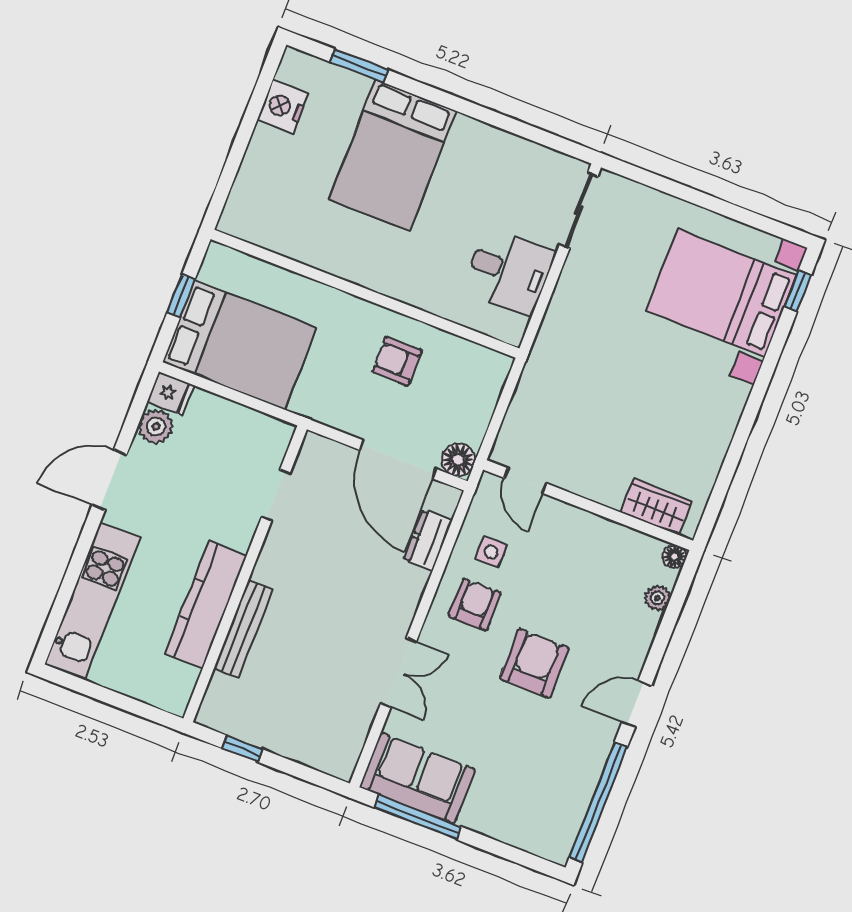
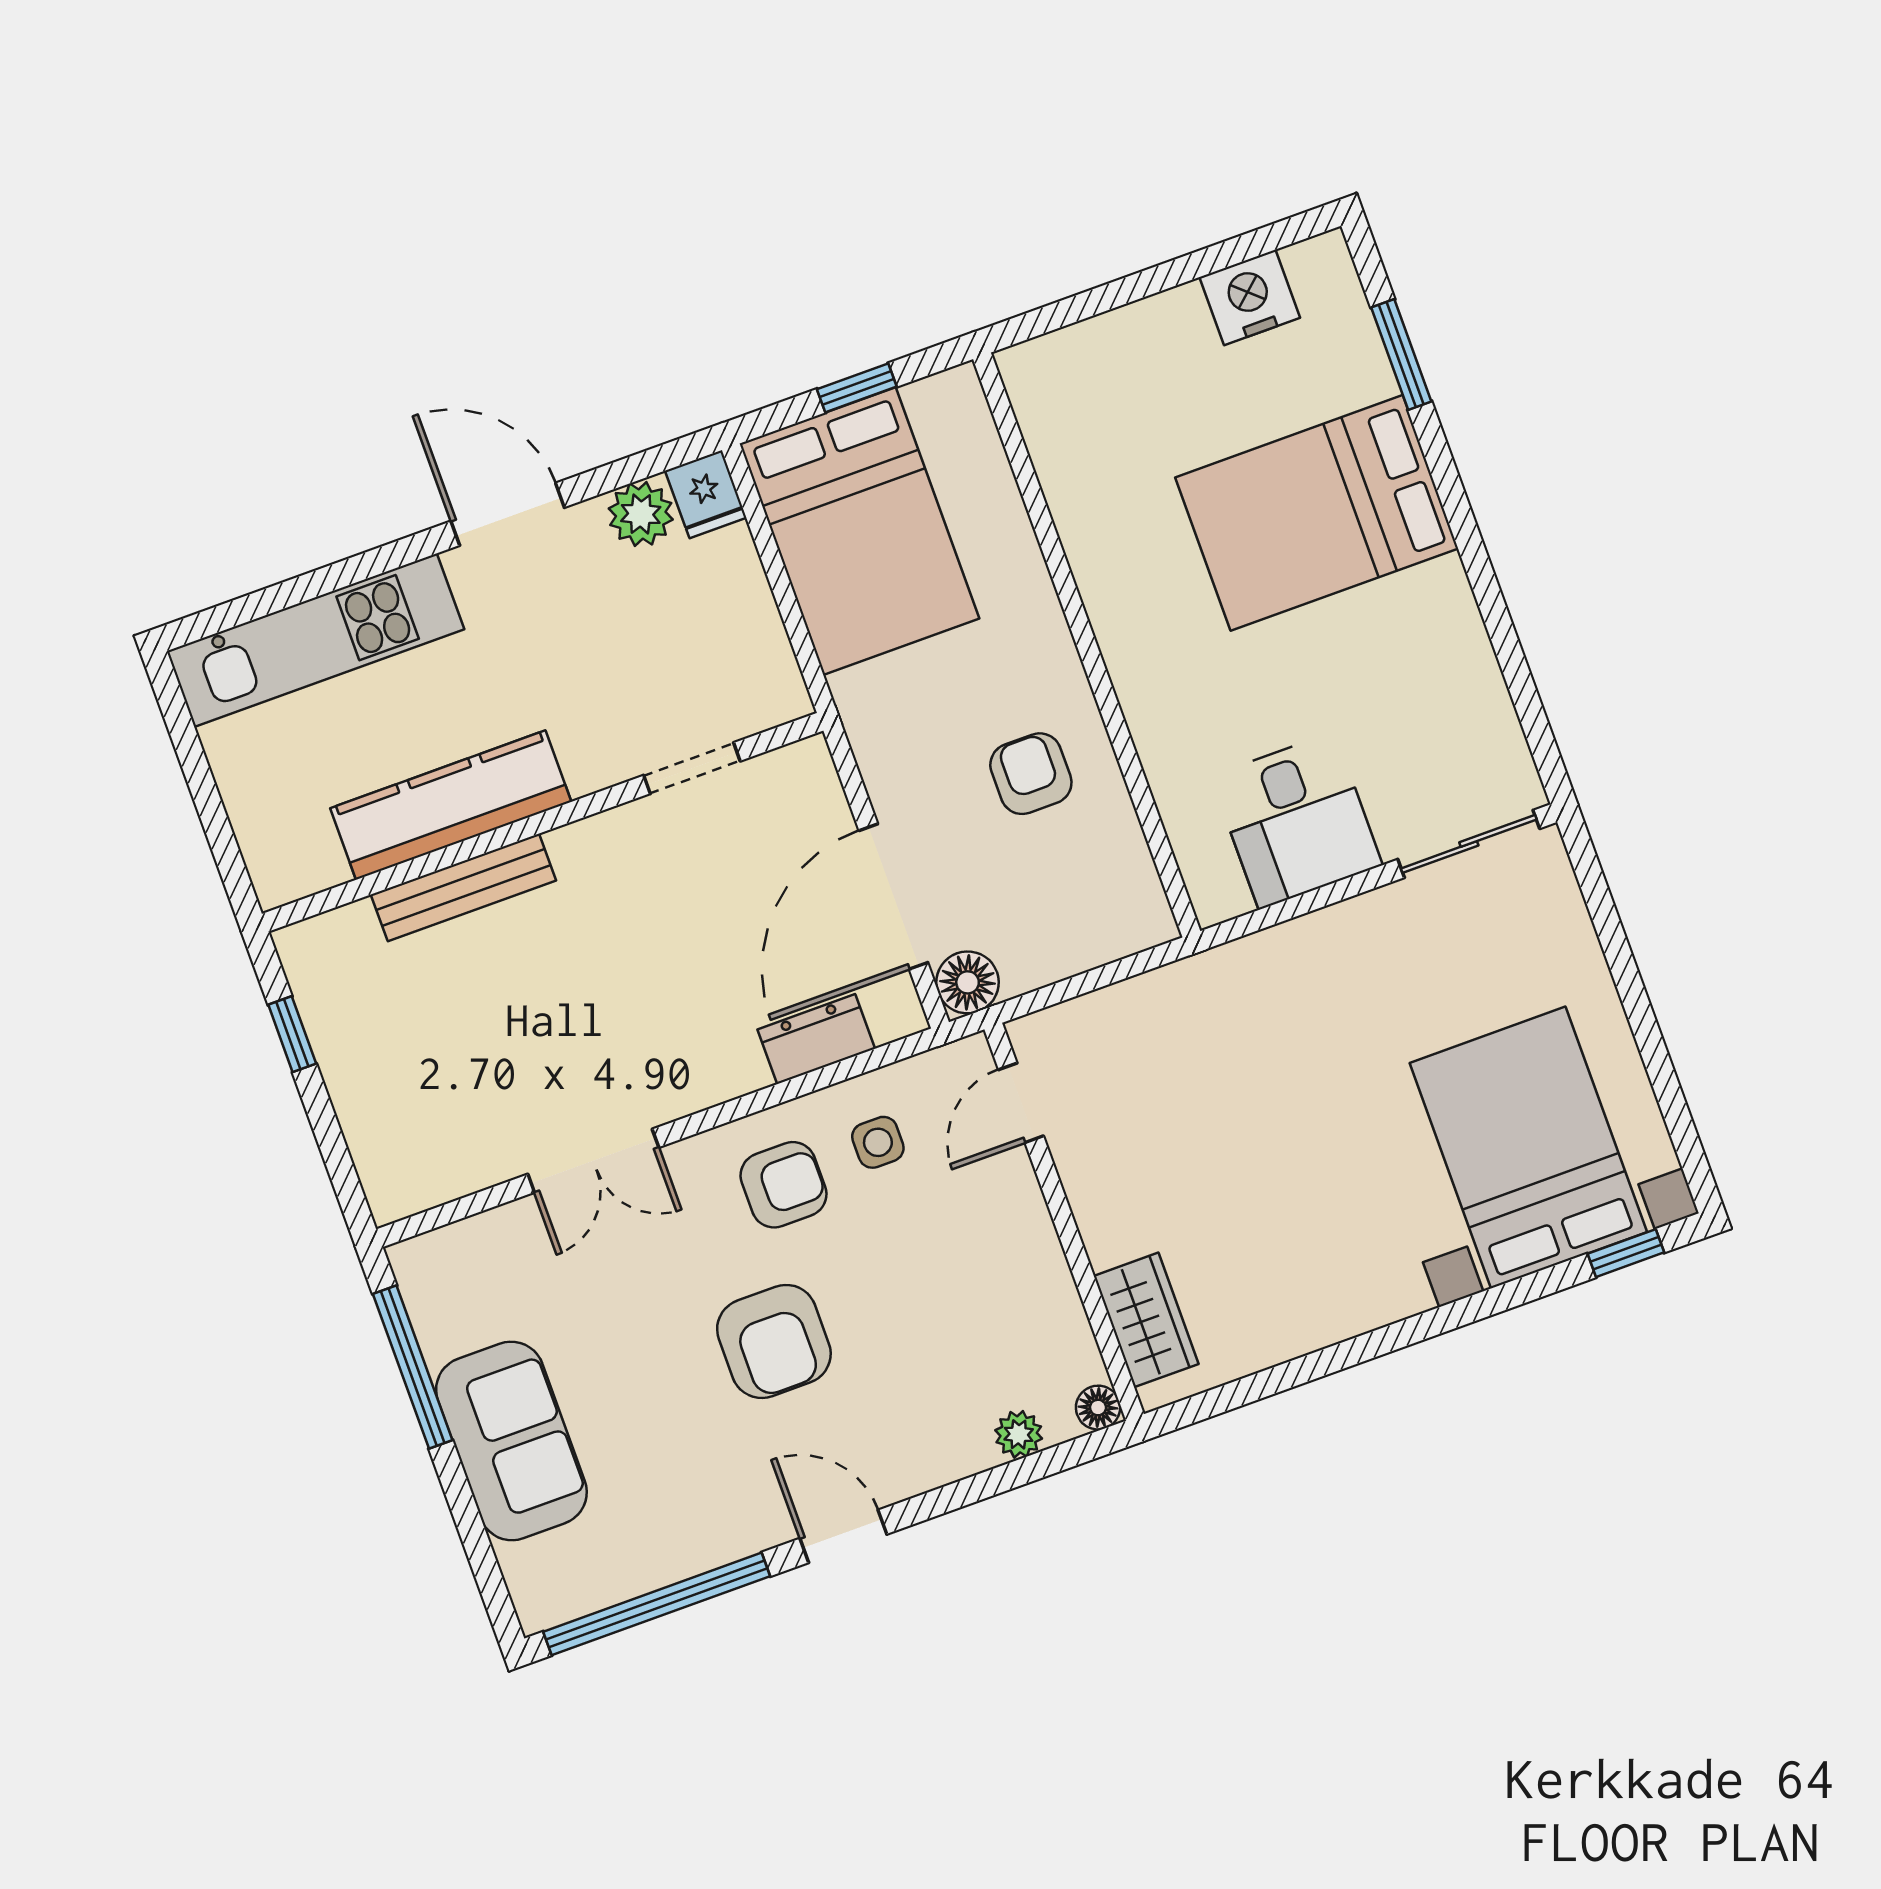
armchair: (534, 663) -> (774, 1341), turned 90
sofa: (417, 778) -> (511, 1441), moved

